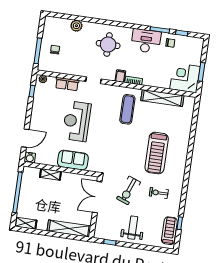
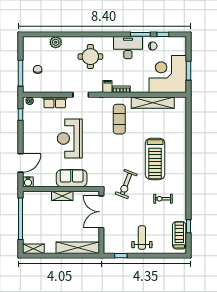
corner desk: (185, 78) -> (168, 74), width x1.36, depth x1.36
shelving: (50, 174) -> (62, 196), moved
exercise bike: (129, 190) -> (126, 184), moved

